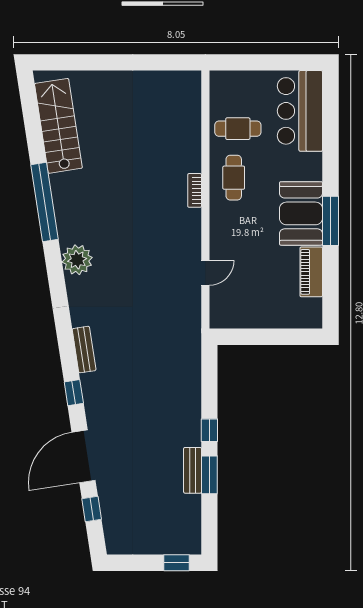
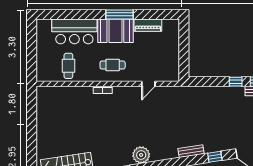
bar counter: (300, 111) -> (74, 31), moved
cafe table: (234, 178) -> (113, 65), moved
door: (205, 273) -> (148, 84), swing flipped

